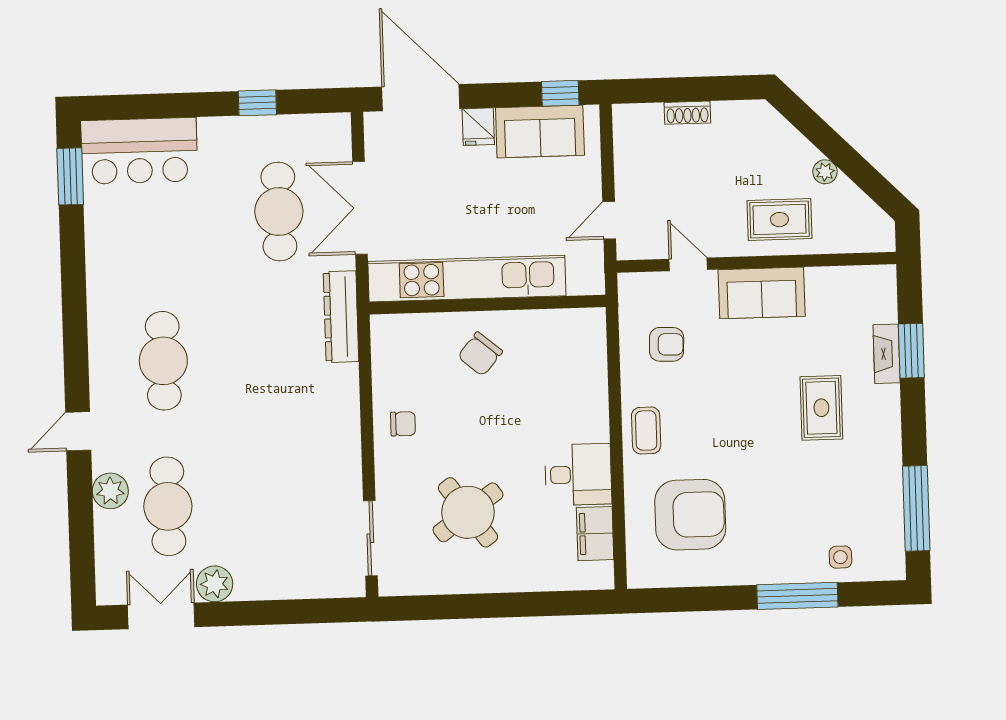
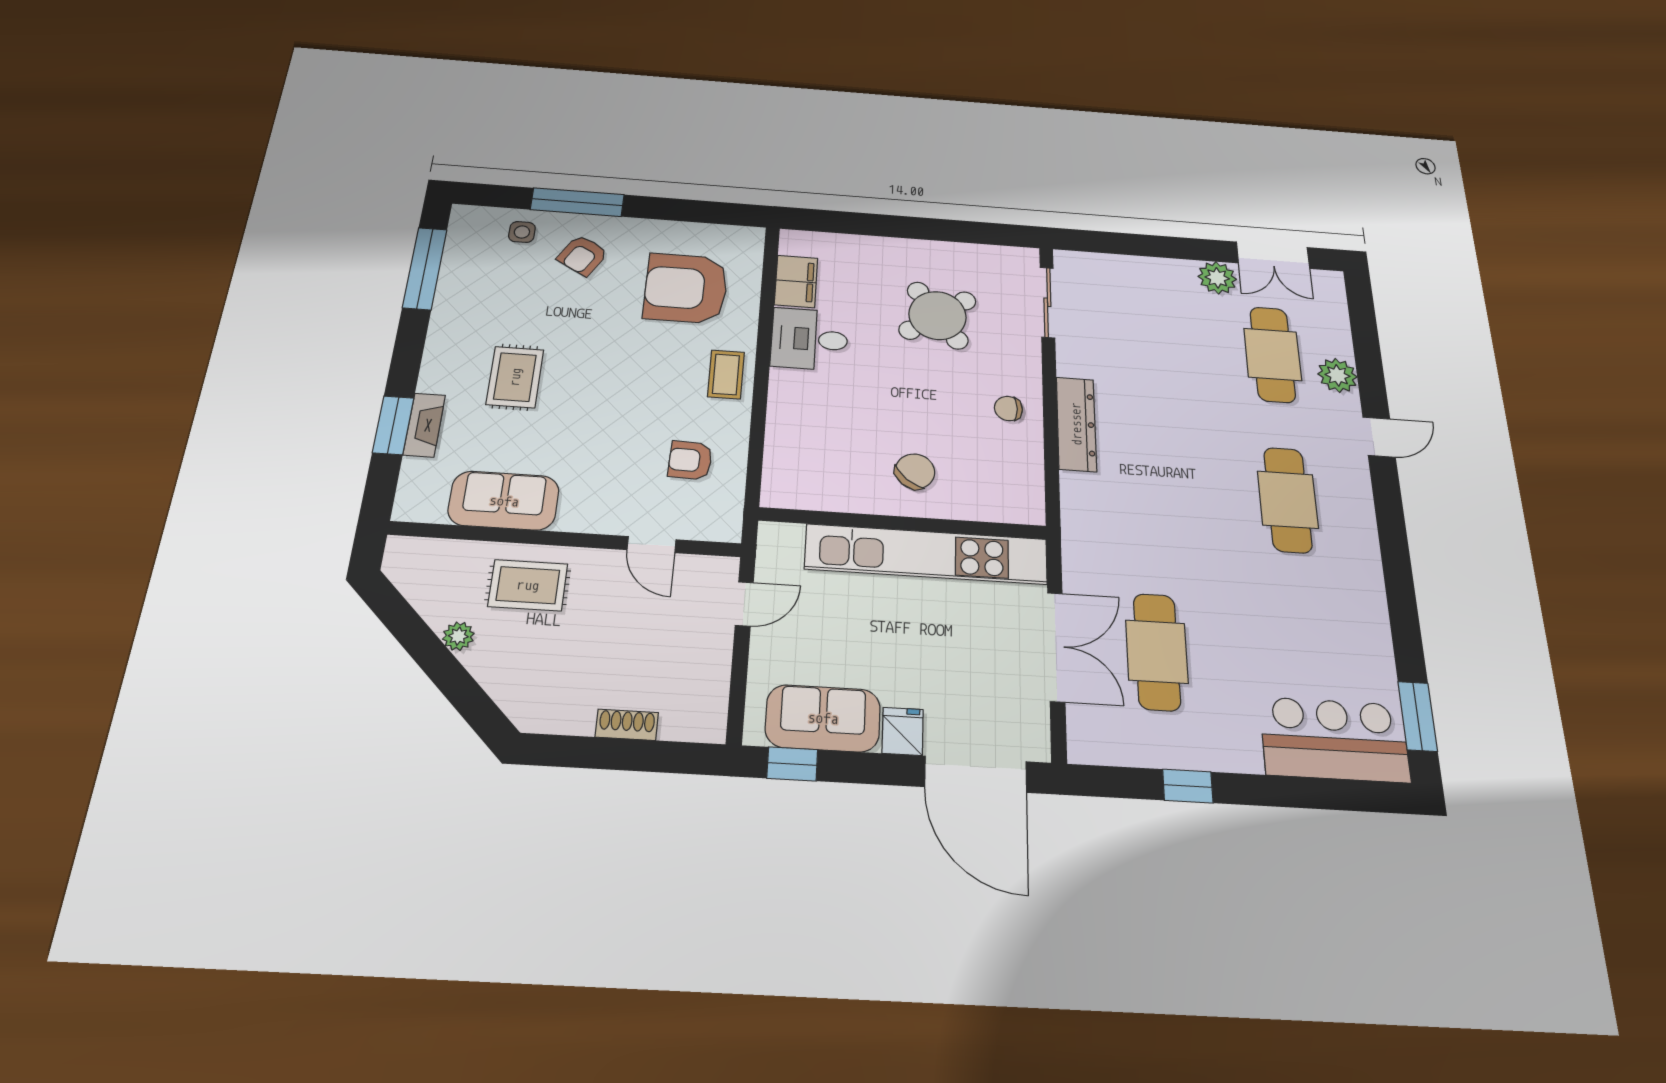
sofa: (762, 293) -> (504, 501), moved
dresser: (341, 317) -> (1076, 424), moved
armchair: (784, 539) -> (583, 255), added

